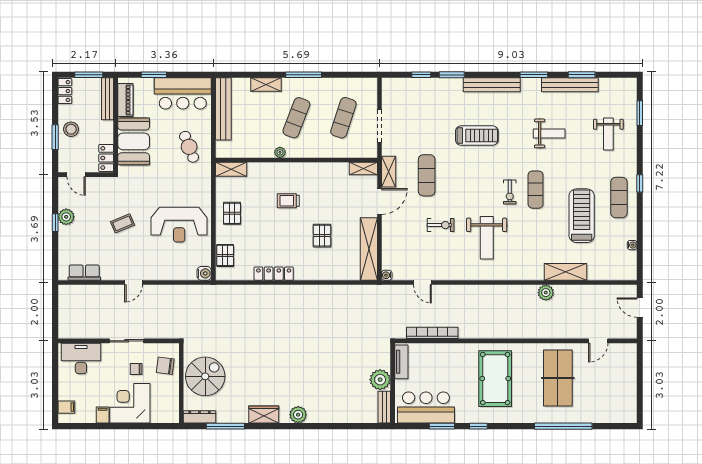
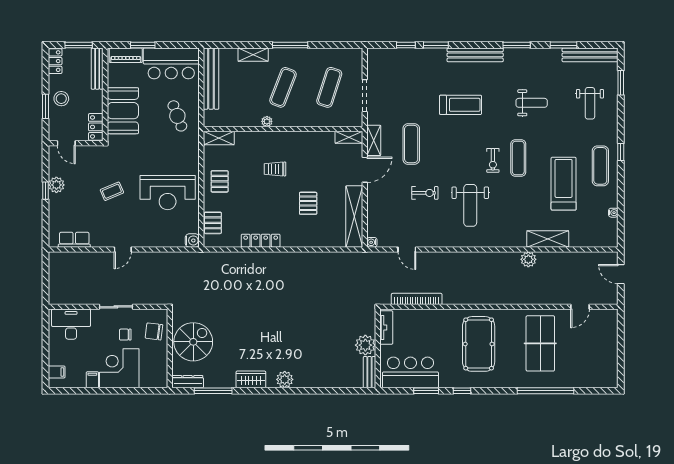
bench: (570, 85) -> (590, 55), moved
piano: (125, 100) -> (126, 55), moved, turned 90

